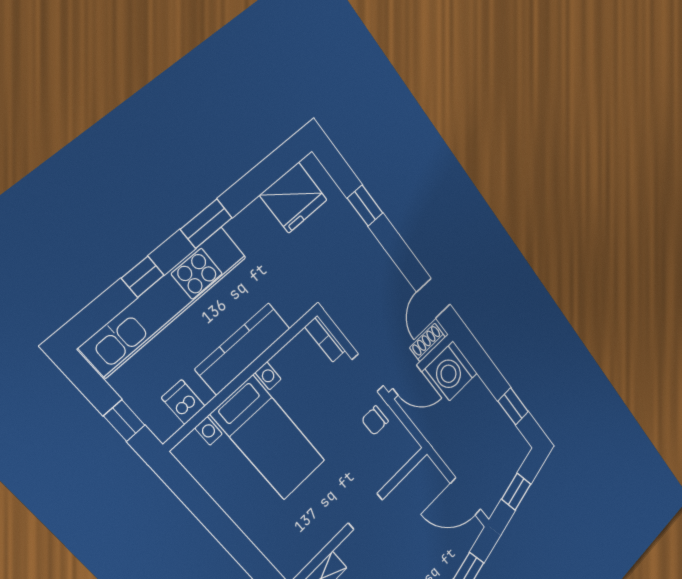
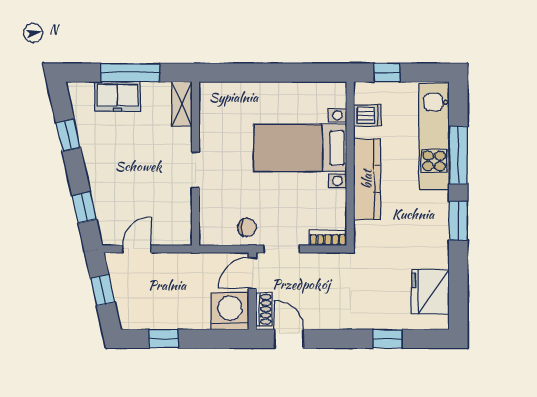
window: (143, 277) -> (458, 155), width x2.17
kitchen unit: (165, 301) -> (434, 136), width x0.73
chair: (375, 420) -> (247, 227), turned 90
door: (466, 496) -> (137, 249), width x0.73

